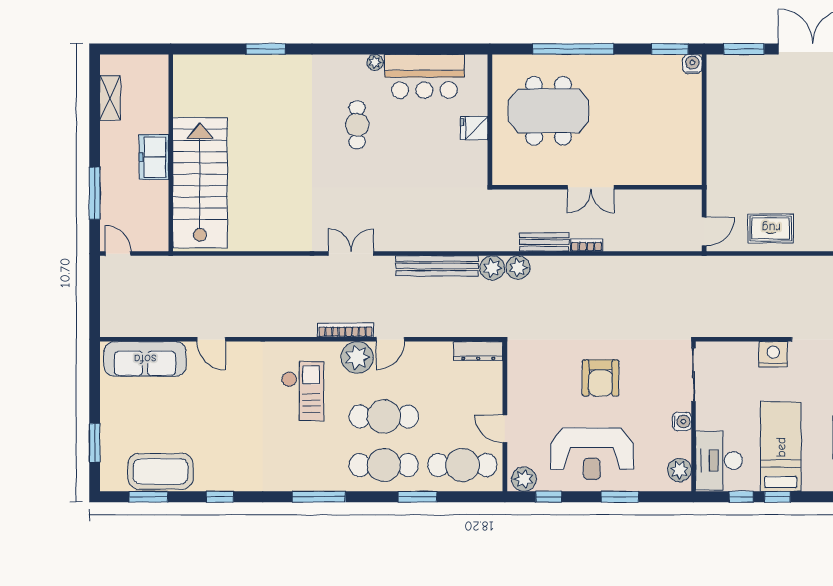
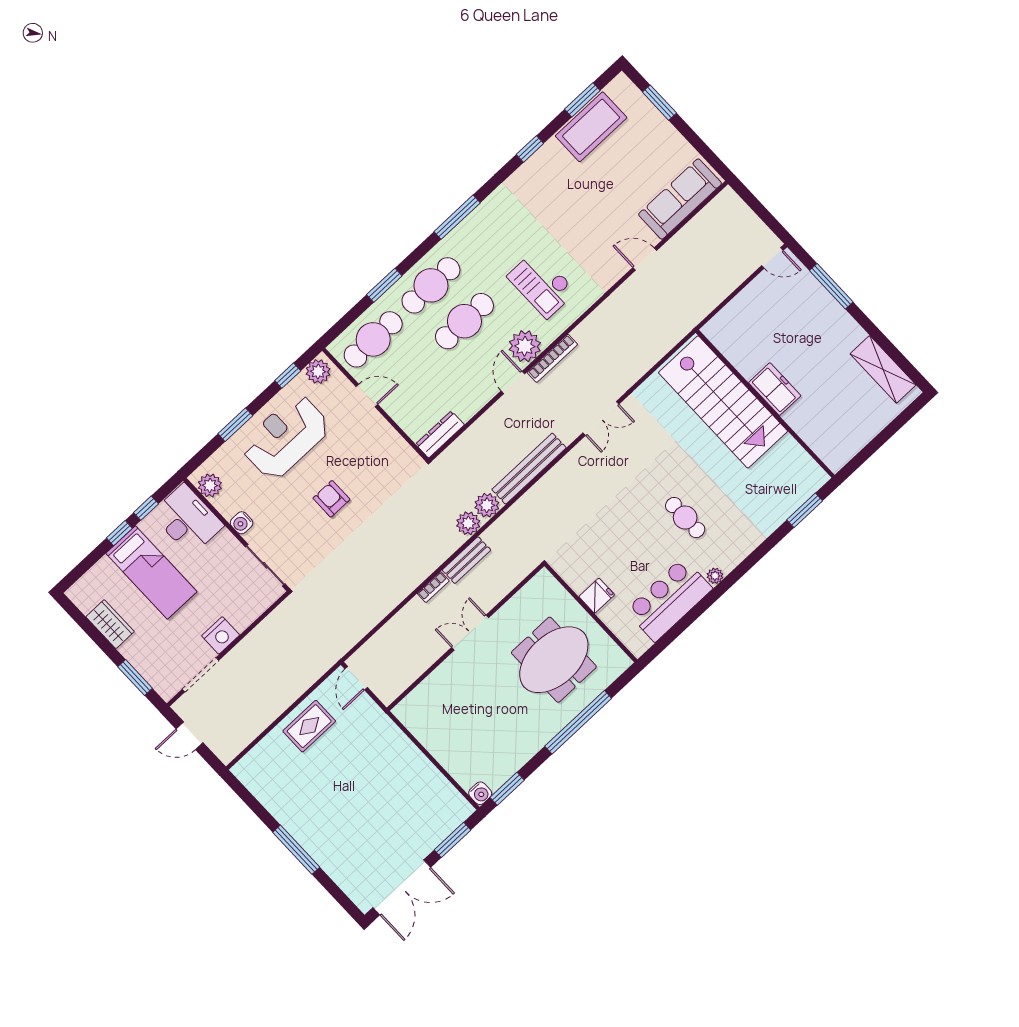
shelving: (110, 98) -> (883, 369), width x1.50, depth x1.33
wall: (171, 153) -> (765, 404), moved
freezer: (154, 157) -> (775, 389), moved
stairs: (200, 183) -> (723, 402), moved
armchair: (601, 378) -> (331, 499), width x0.72, depth x0.72

